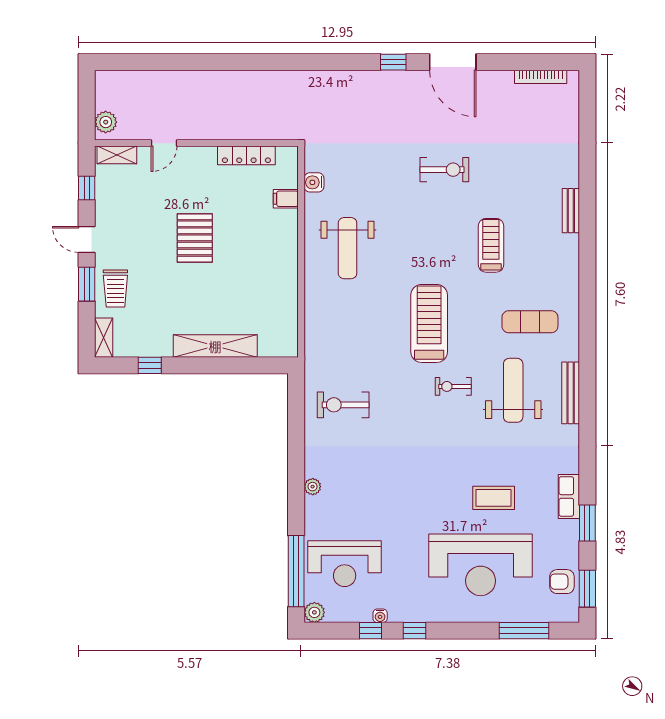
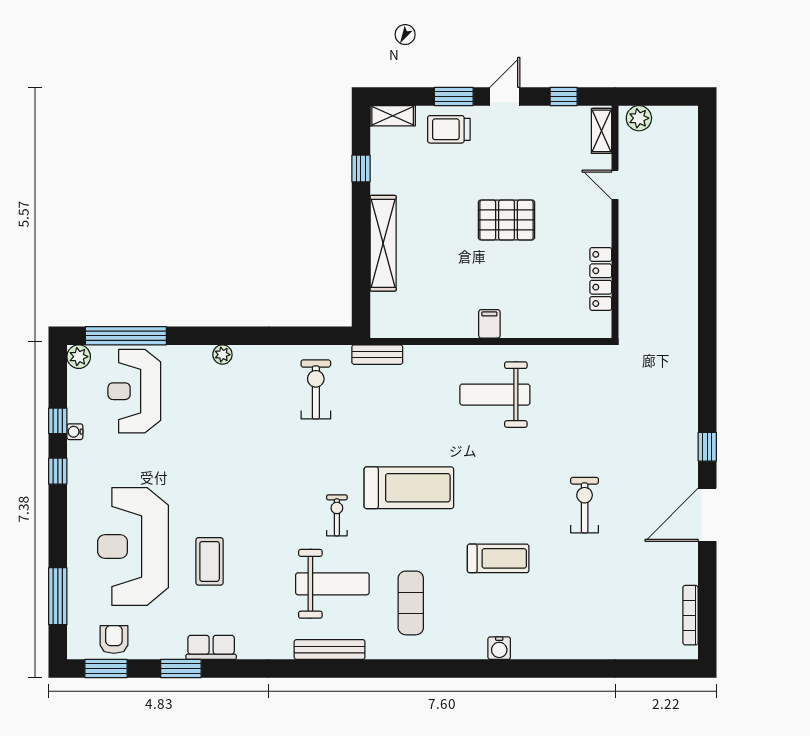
exercise bike: (444, 170) -> (585, 505), turned 180
water cooler: (314, 182) -> (499, 648), moved, turned 180
filing cabinet: (286, 199) -> (489, 324), moved
bench: (571, 211) -> (377, 355), moved

